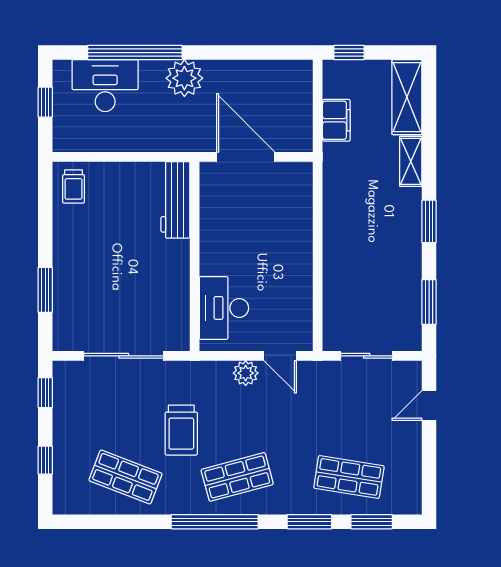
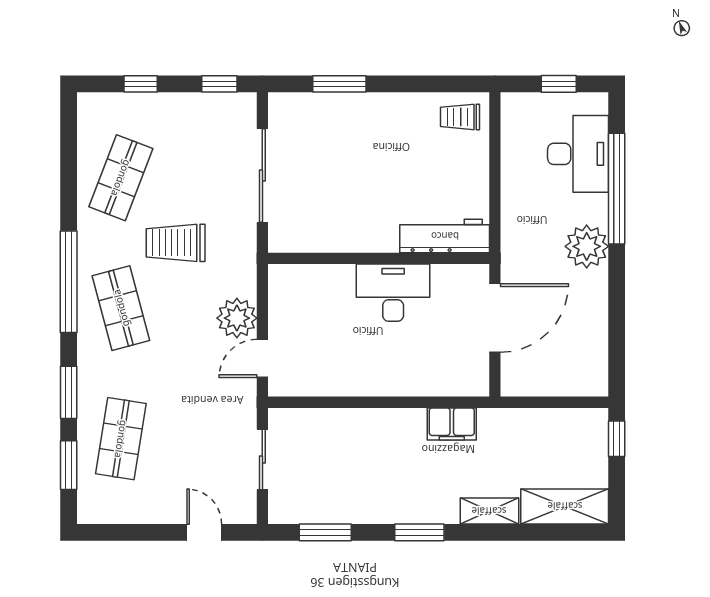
filing cabinet: (336, 120) -> (452, 424), moved
desk: (224, 308) -> (393, 293), moved
plant: (246, 373) -> (237, 318), width x1.36, depth x1.36

